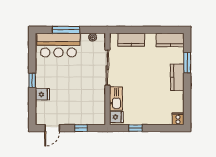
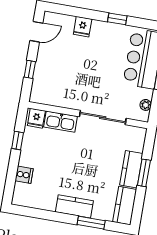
window: (143, 30) -> (144, 173), added
kitchen counter: (131, 40) -> (131, 169), moved
window: (32, 80) -> (117, 19), moved
cooker: (178, 119) -> (24, 175), moved
door: (52, 128) -> (36, 32), swing flipped

